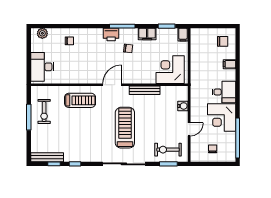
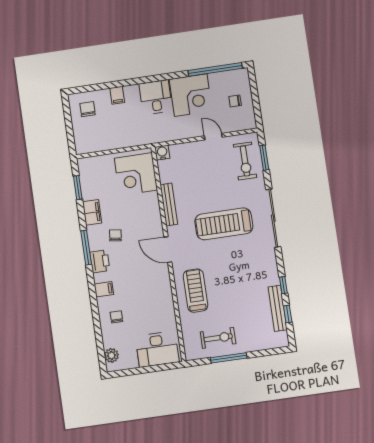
filing cabinet: (183, 35) -> (104, 289), moved
water cooler: (183, 106) -> (162, 153), moved
bench: (47, 157) -> (278, 308), moved

